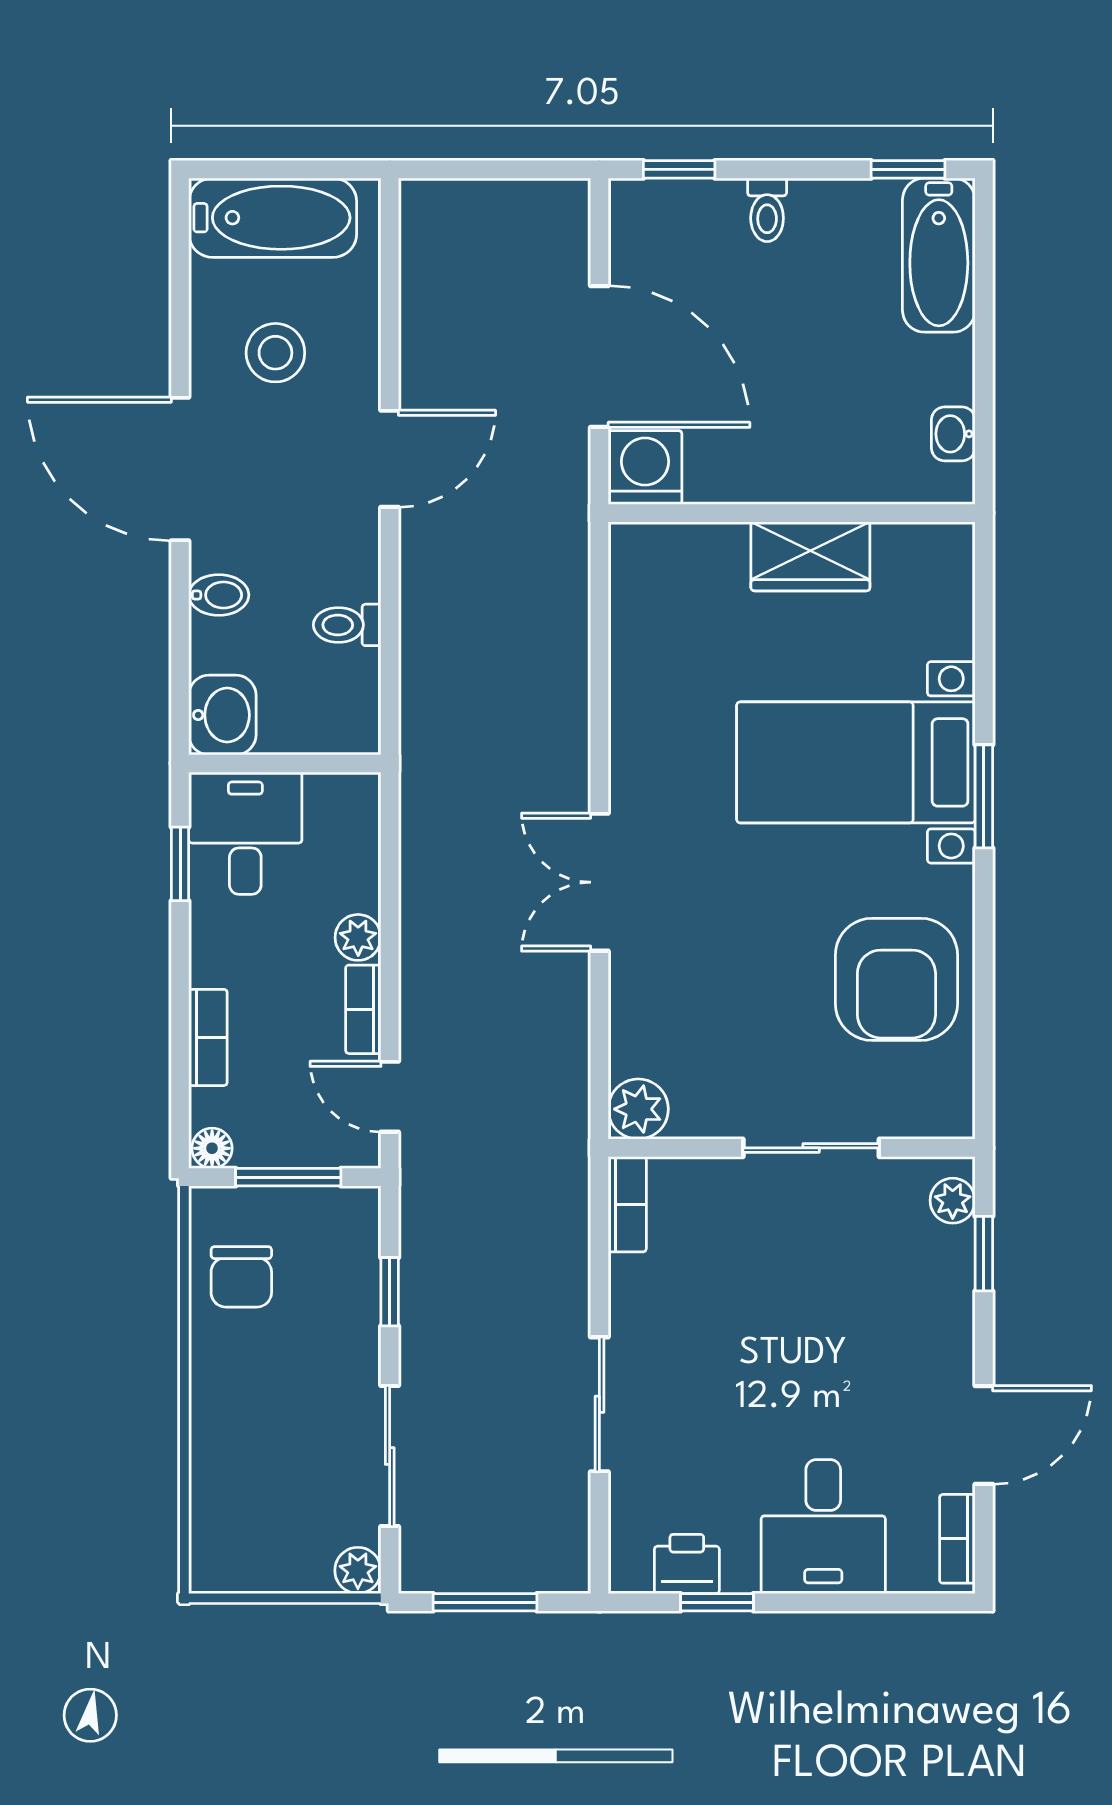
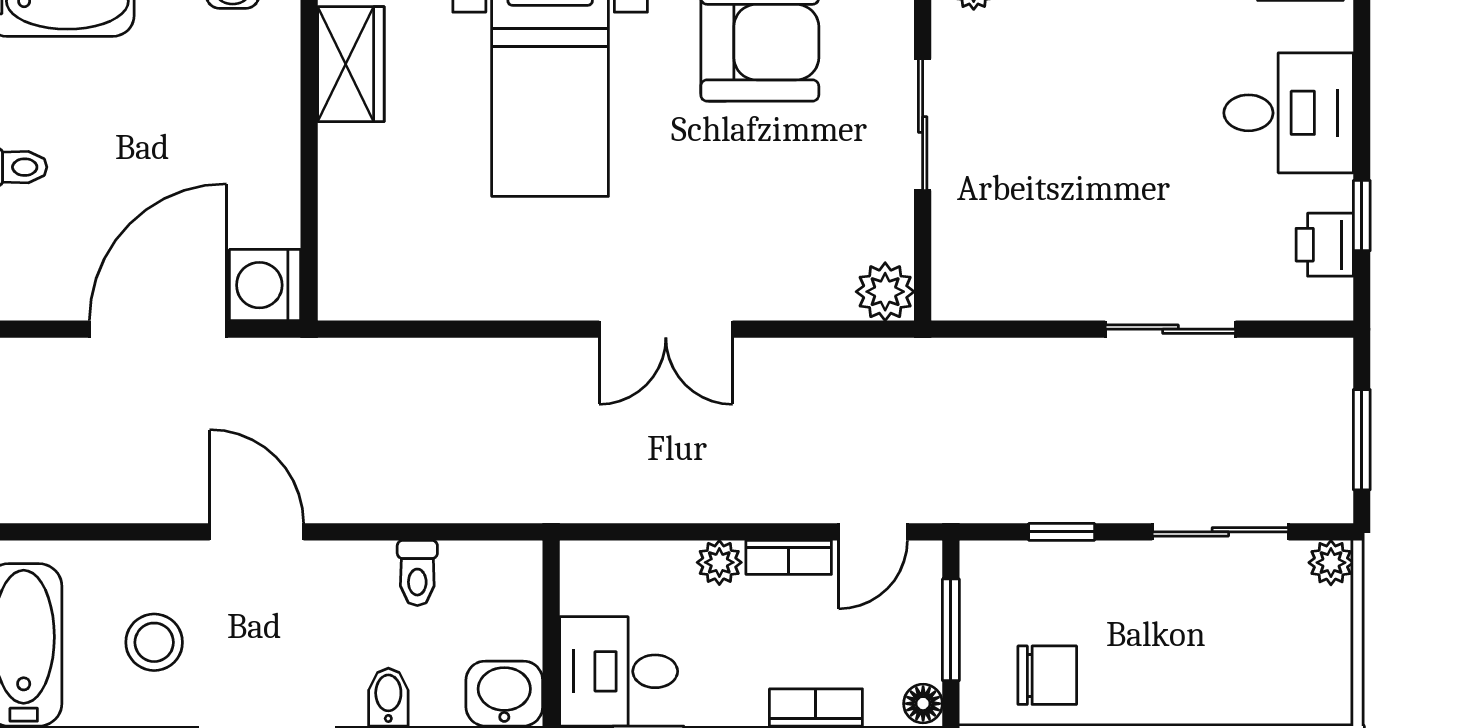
wardrobe: (810, 556) -> (351, 64), moved
bookcase: (627, 1204) -> (977, 302), removed

